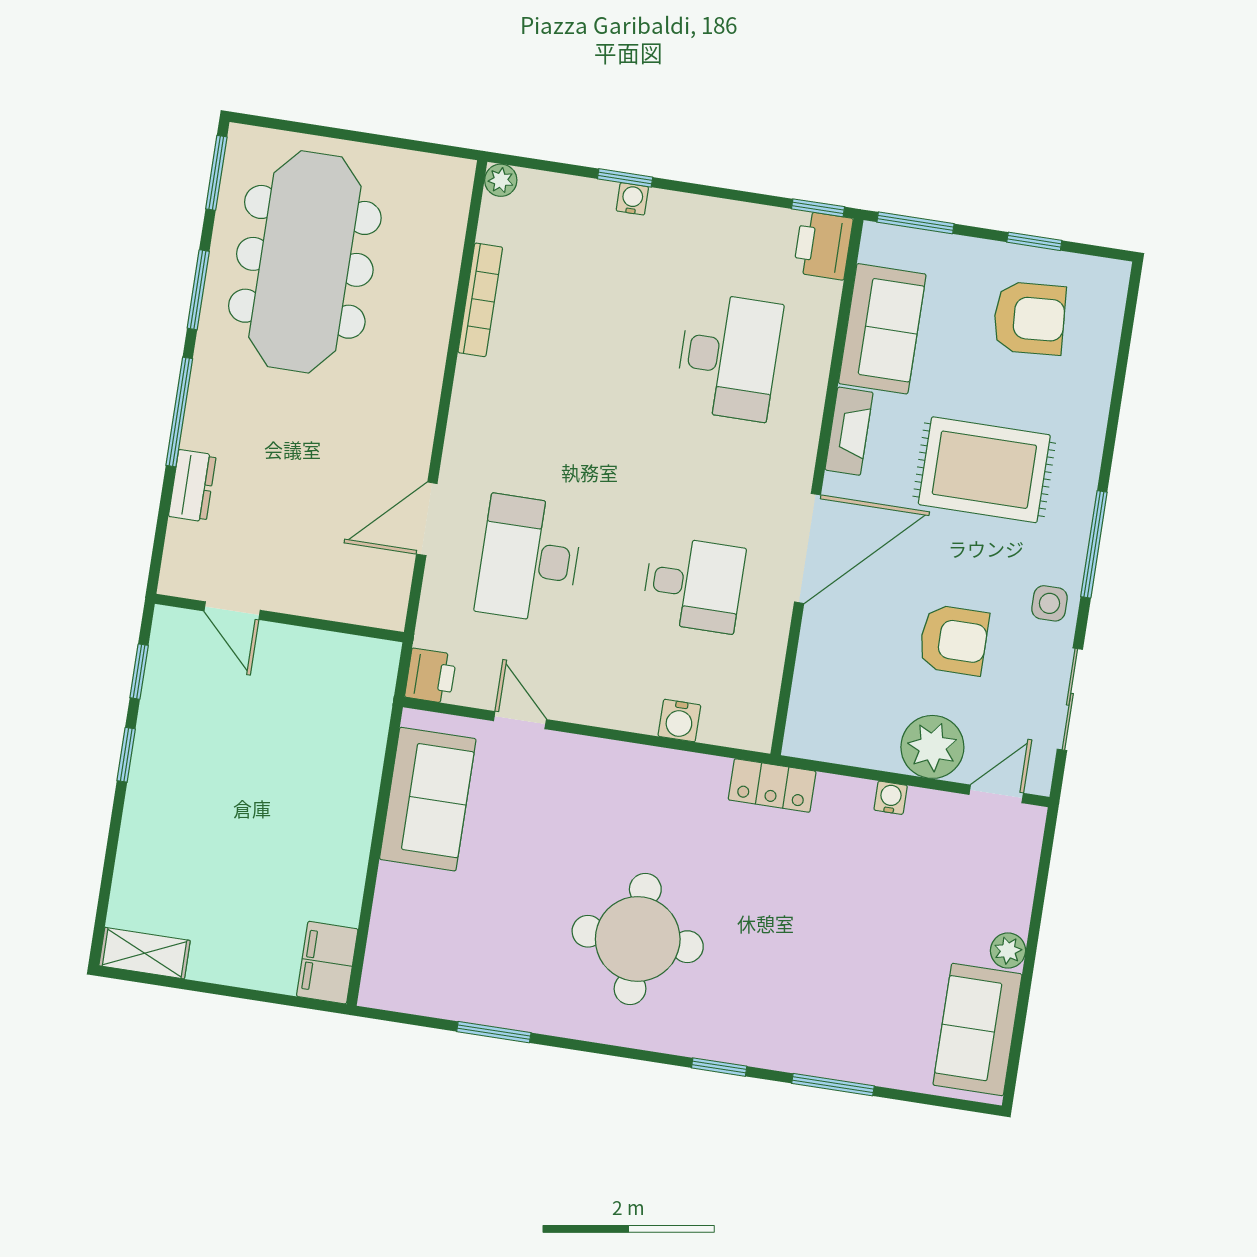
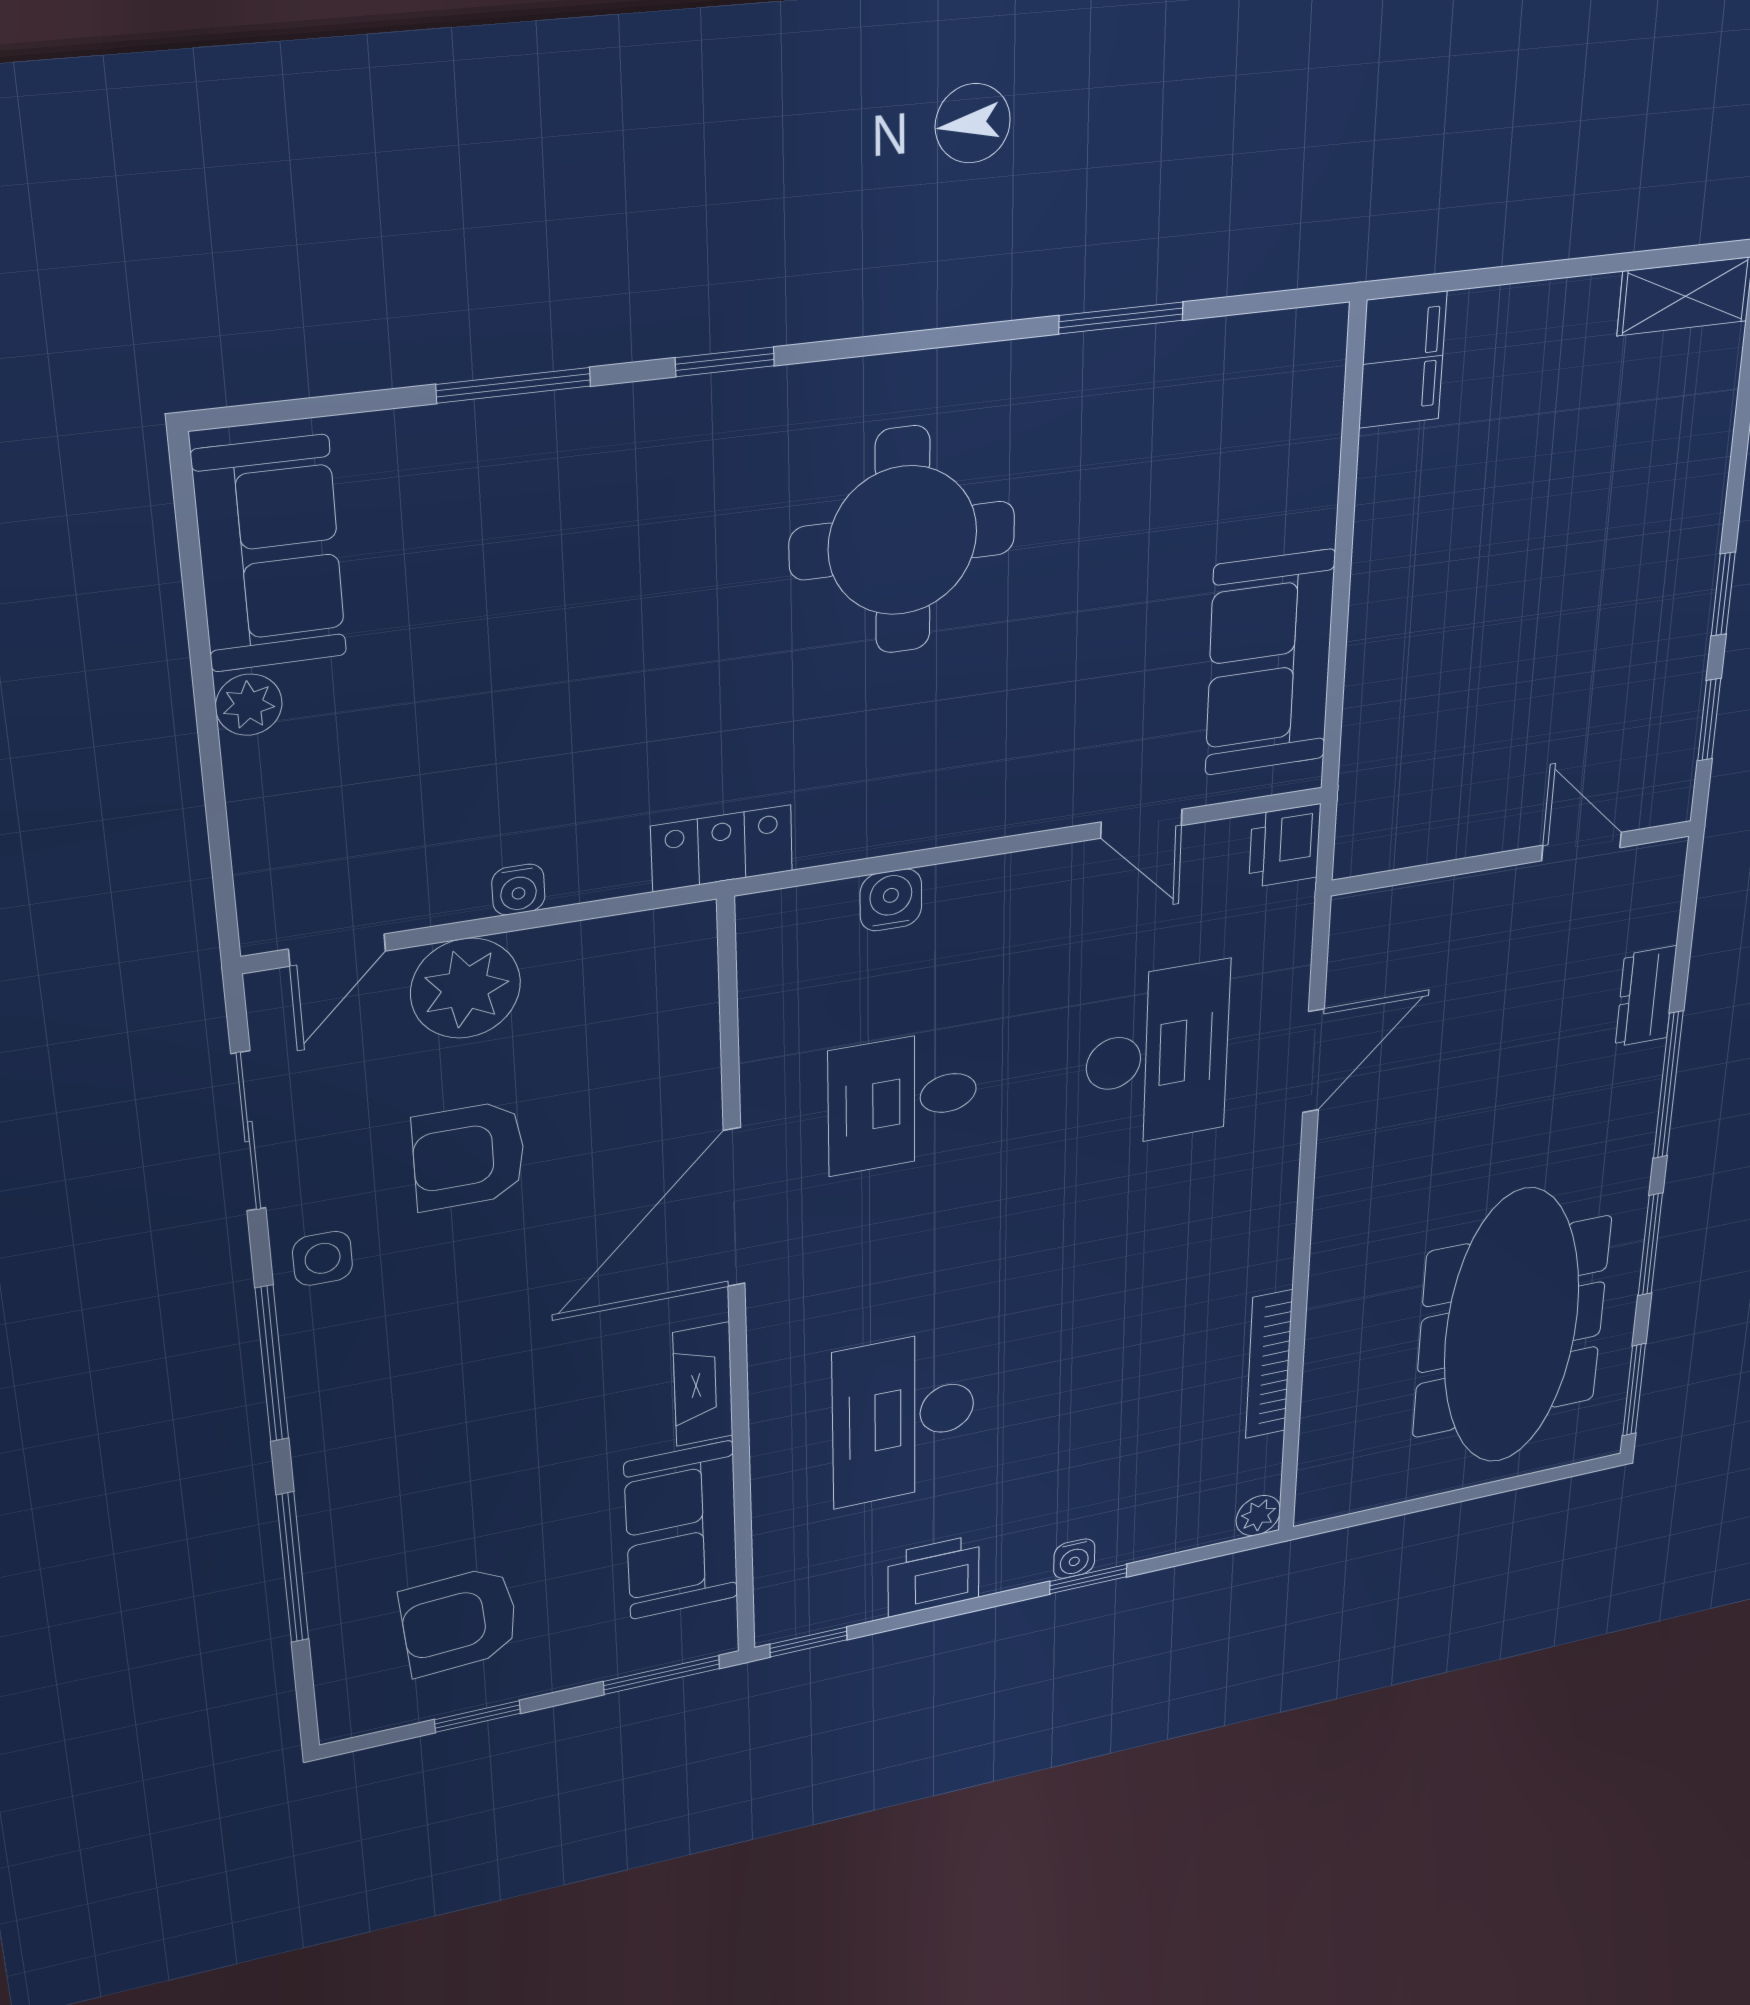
printer: (823, 245) -> (934, 1576), moved, turned -90
window: (1116, 399) -> (293, 1568), added
rug: (984, 470) -> (479, 1405), removed

